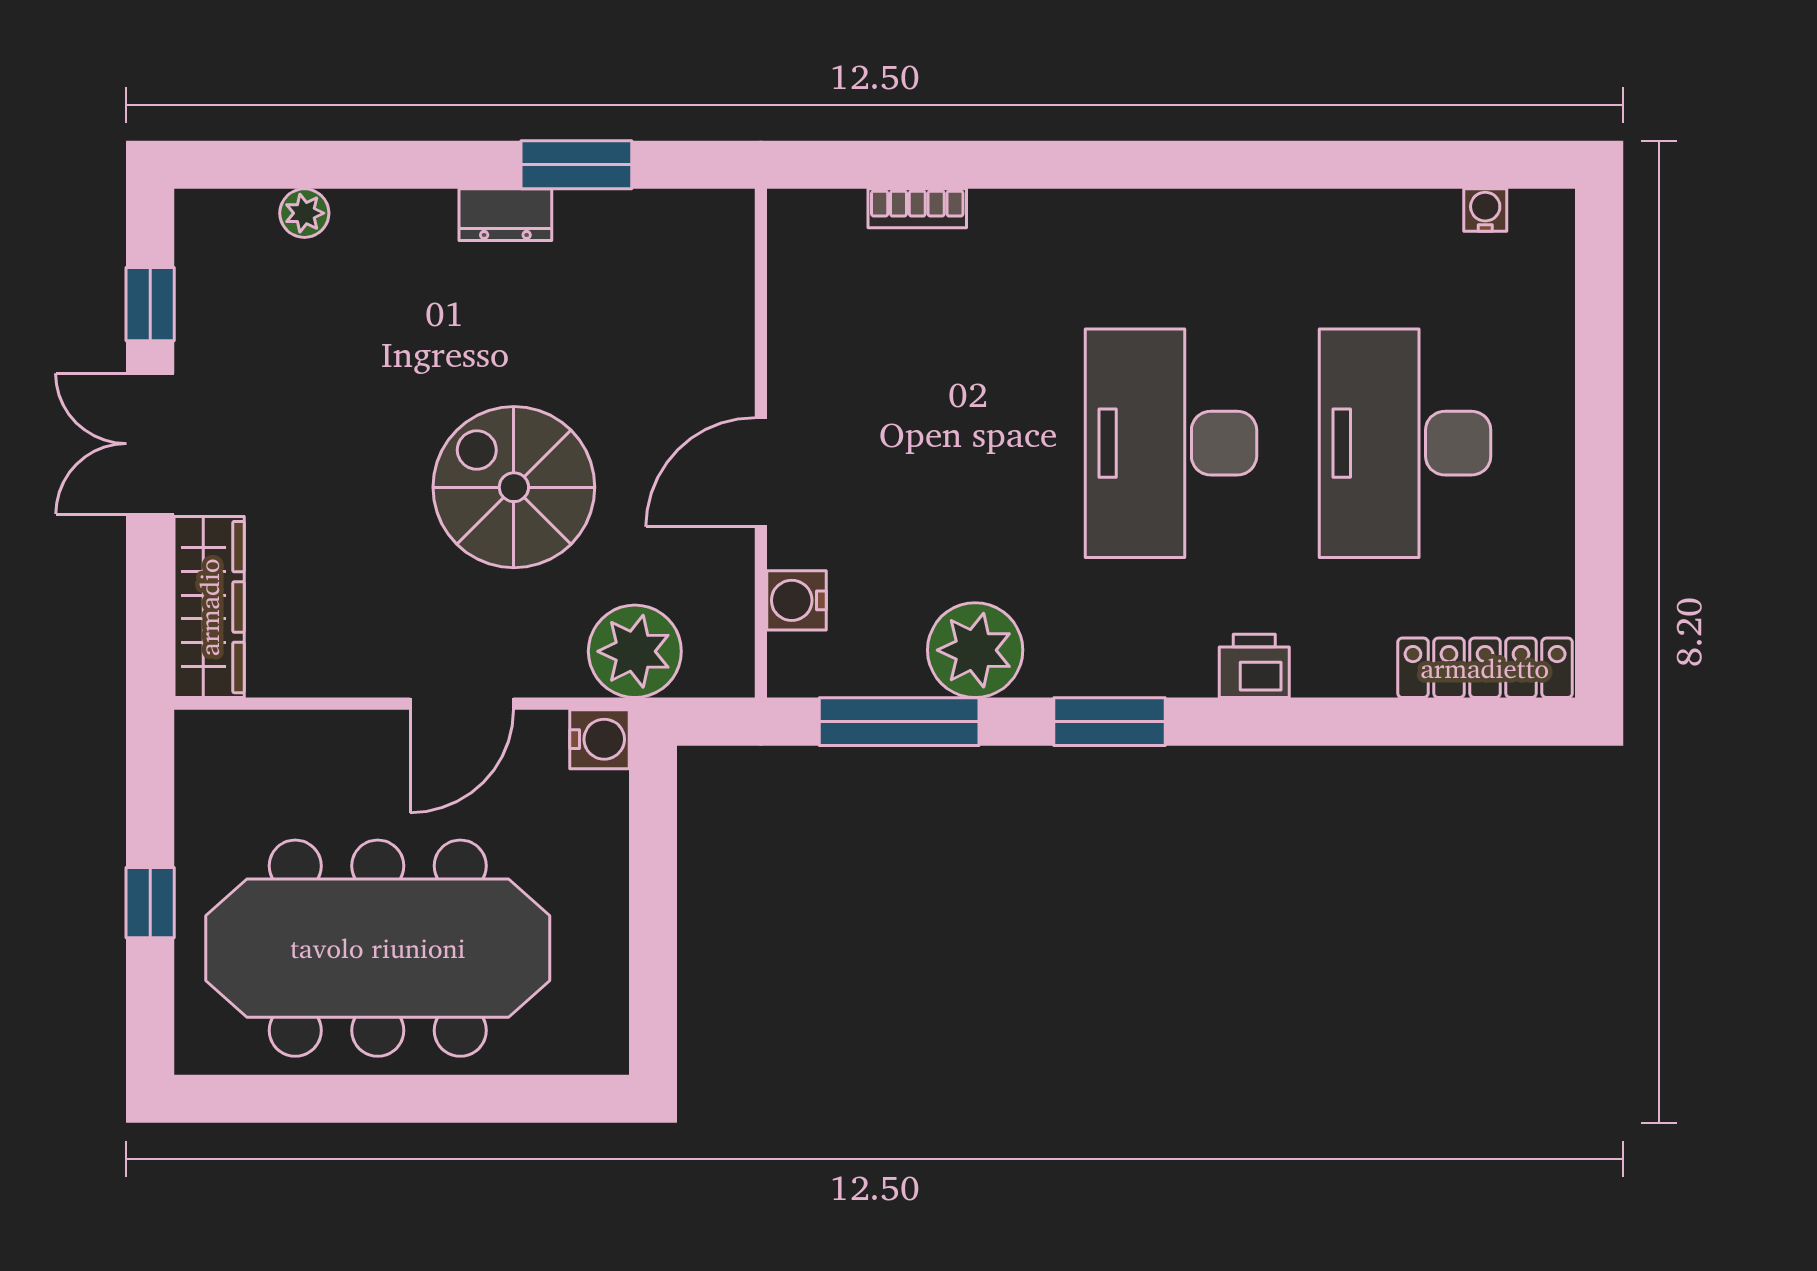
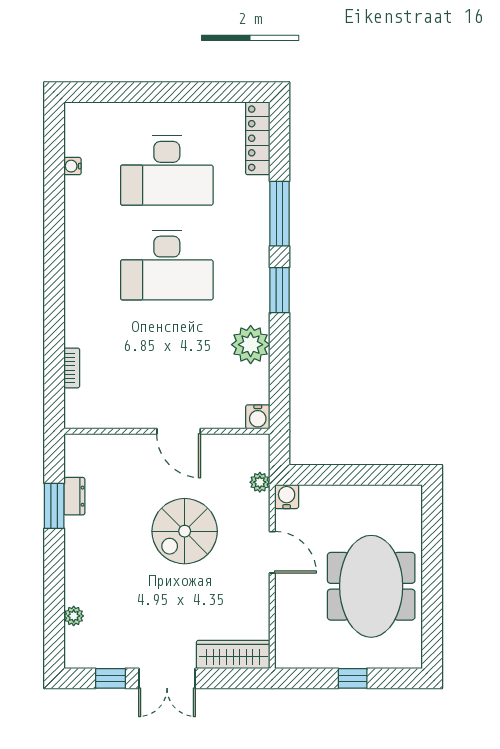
water cooler: (1485, 210) -> (72, 166), moved
dresser: (505, 215) -> (74, 496), moved
water cooler: (796, 600) -> (258, 417), moved
plant: (635, 651) -> (260, 482), width x0.53, depth x0.53
printer: (1254, 666) -> (257, 232), removed
window: (899, 722) -> (279, 214), moved
meeting table: (378, 948) -> (371, 586), width x0.73

